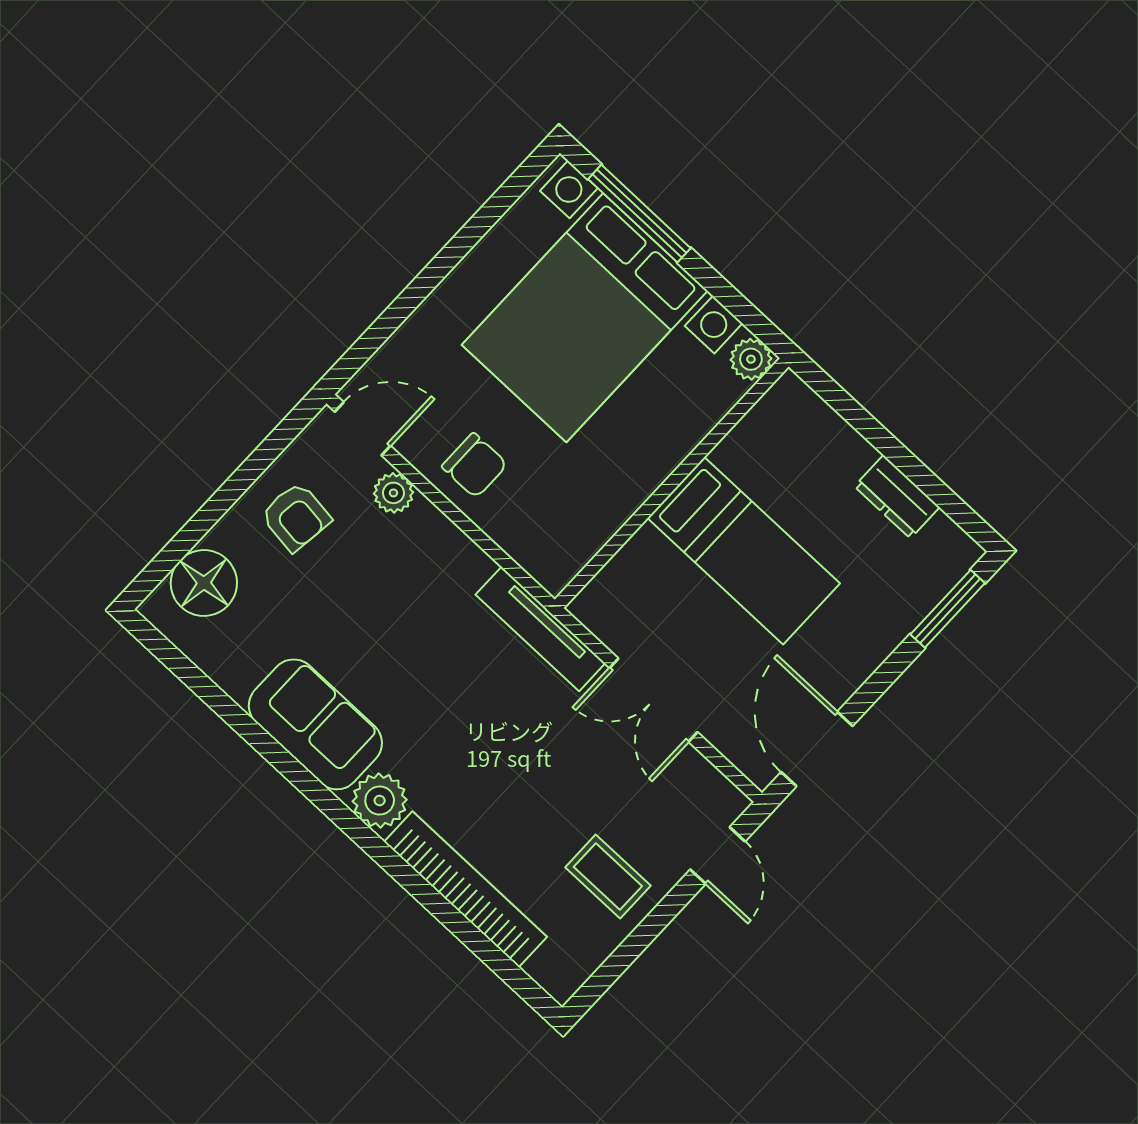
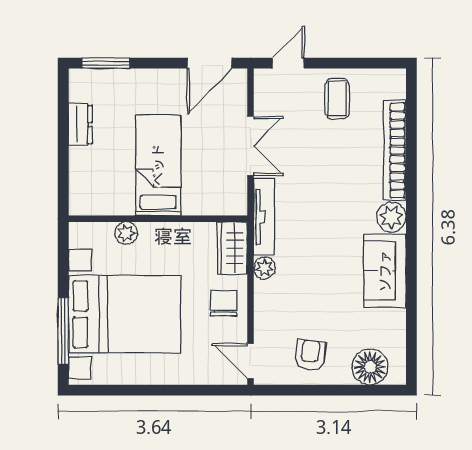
plant: (751, 359) -> (126, 233), moved
plant: (393, 493) -> (265, 268), moved
wardrobe: (539, 547) -> (232, 248), added

